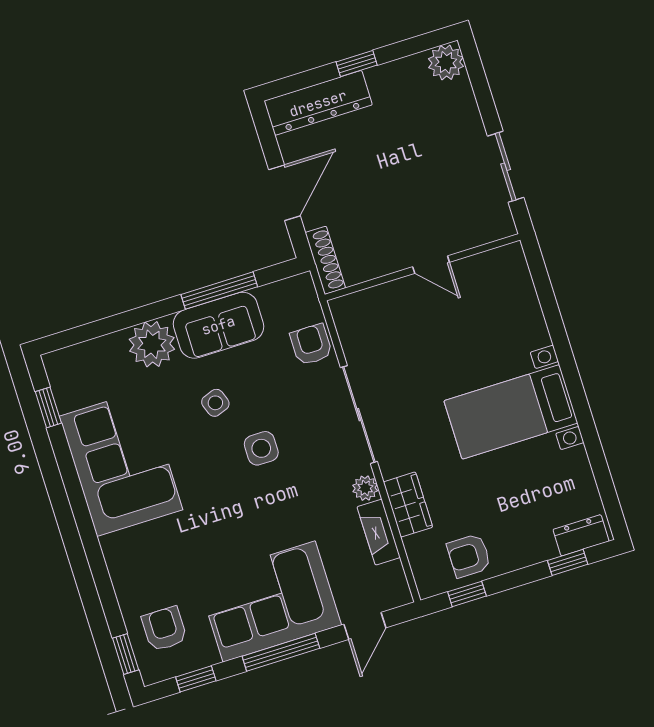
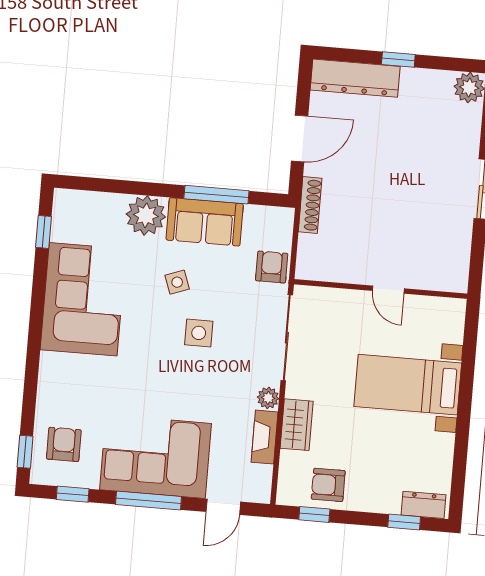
door: (431, 265) -> (388, 290), moved
wall: (422, 267) -> (381, 289), moved

